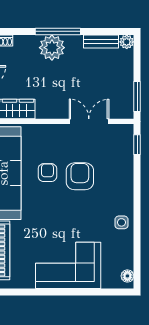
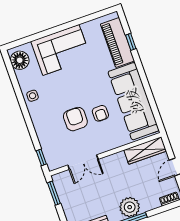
armchair: (80, 176) -> (75, 119), turned 180
floor lamp: (127, 276) -> (20, 60), width x1.89, depth x1.89

